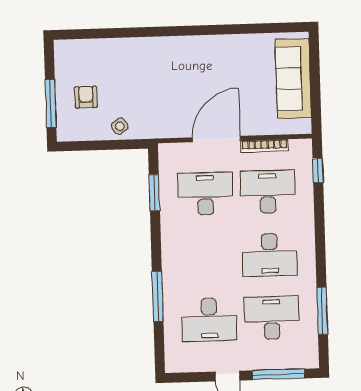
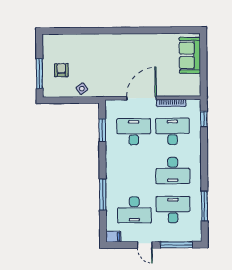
sofa: (293, 79) -> (190, 55), width x0.73
filing cabinet: (177, 364) -> (113, 237), added

